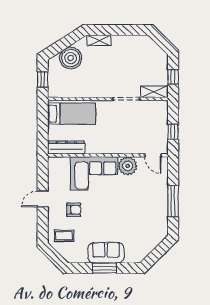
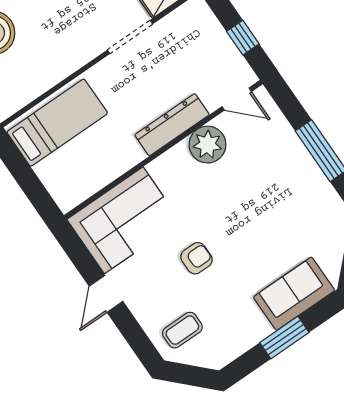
dresser: (66, 147) -> (172, 125), moved
corner sofa: (94, 173) -> (124, 220), moved
armchair: (74, 210) -> (196, 258), moved
sofa: (106, 253) -> (294, 294), moved

